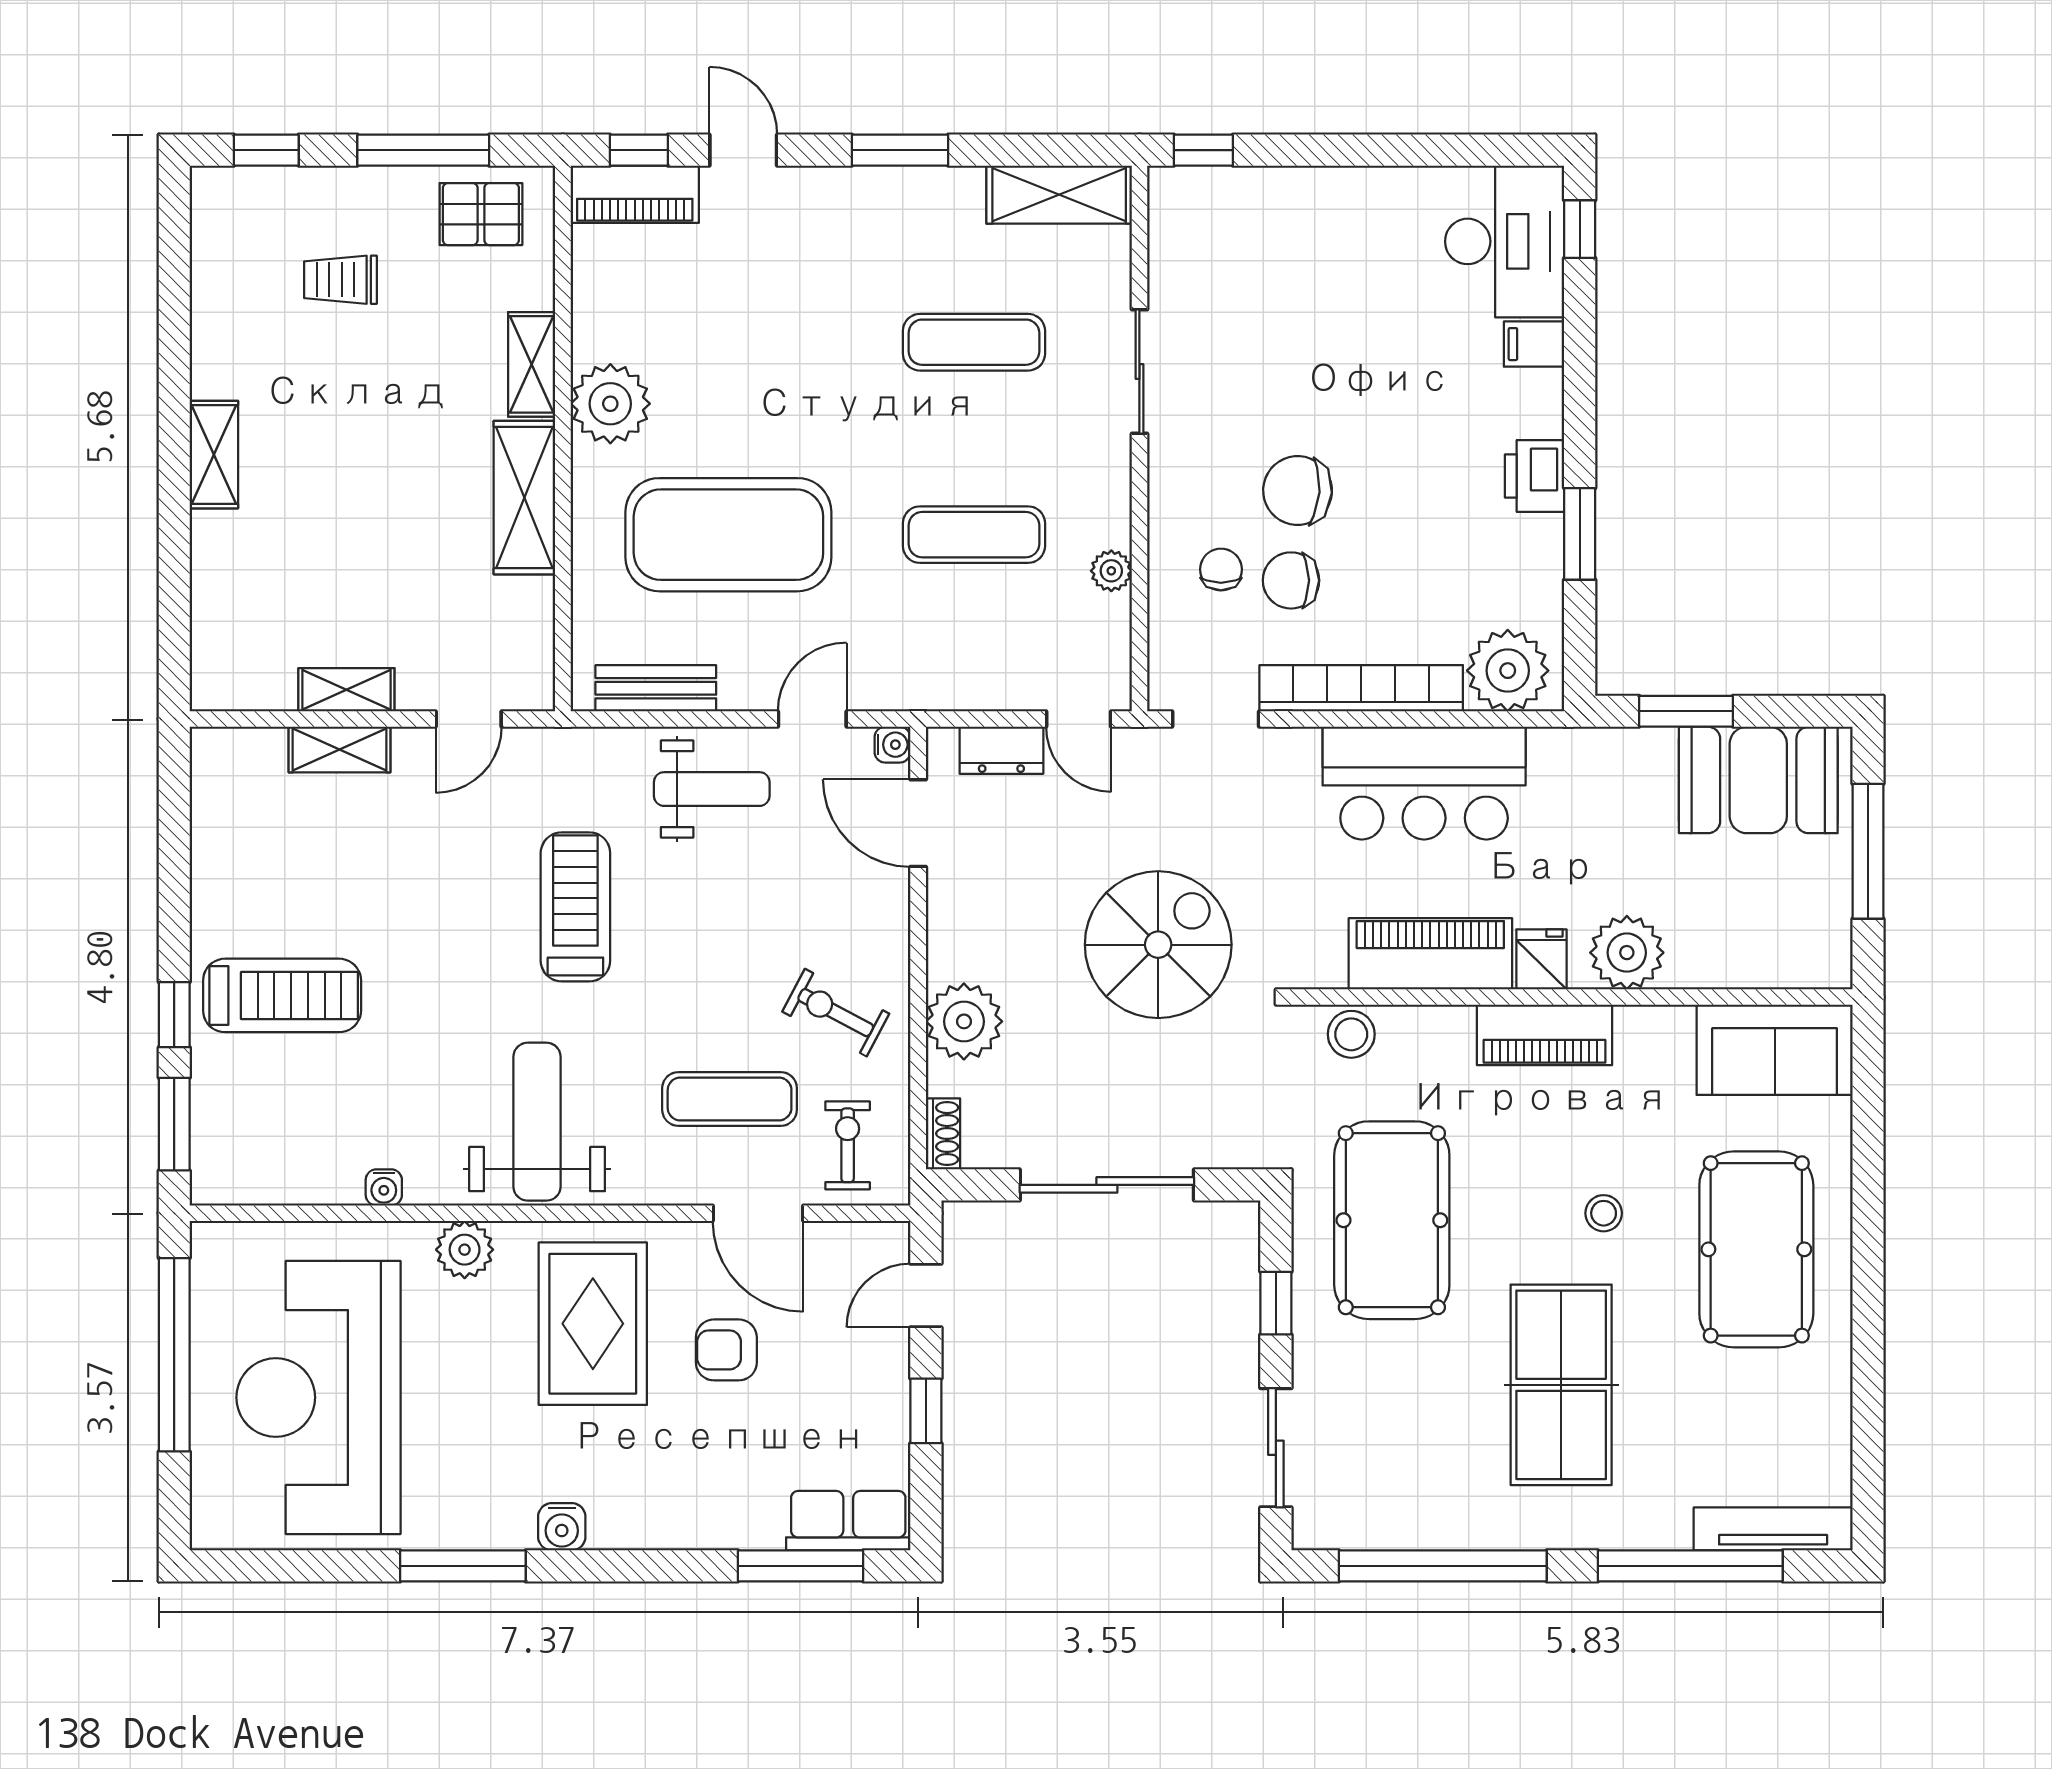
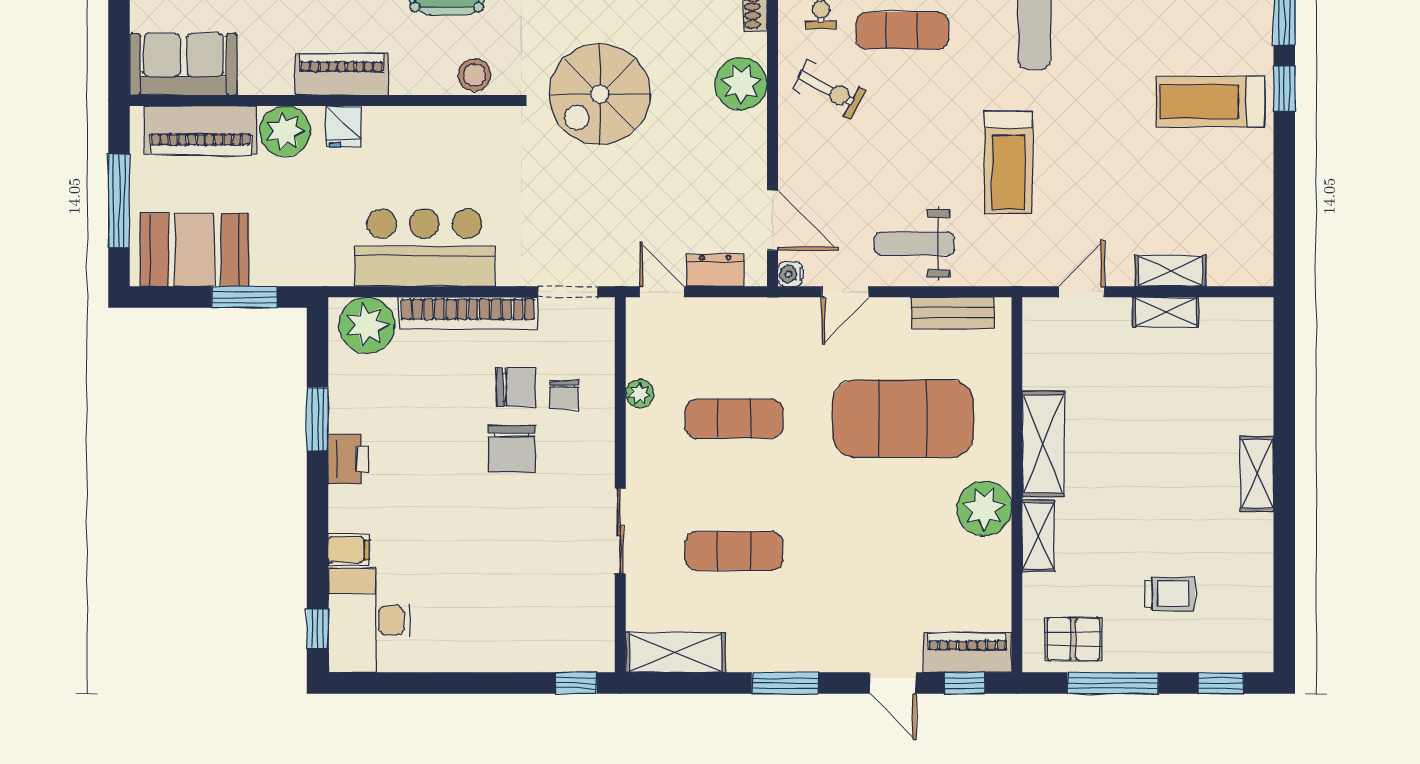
chair: (1298, 491) -> (512, 449), turned 86
spiral stairs: (1158, 945) -> (600, 94), moved
piano: (1430, 954) -> (201, 130), moved

